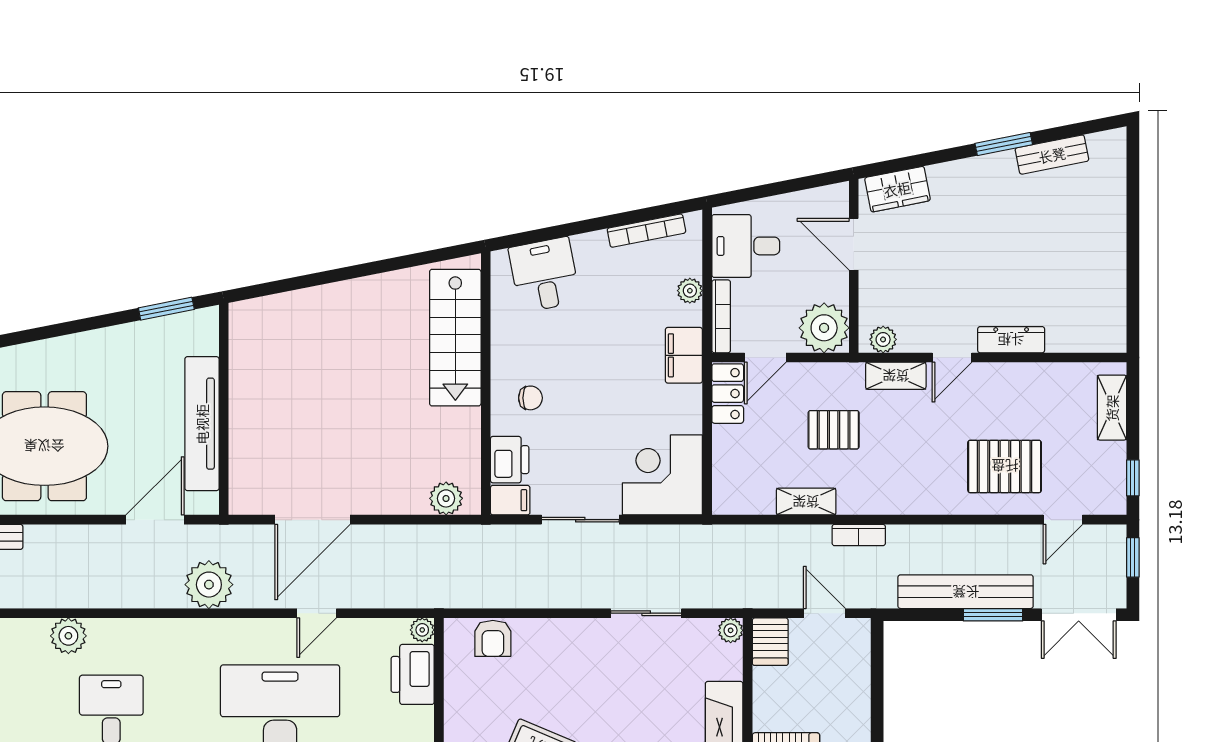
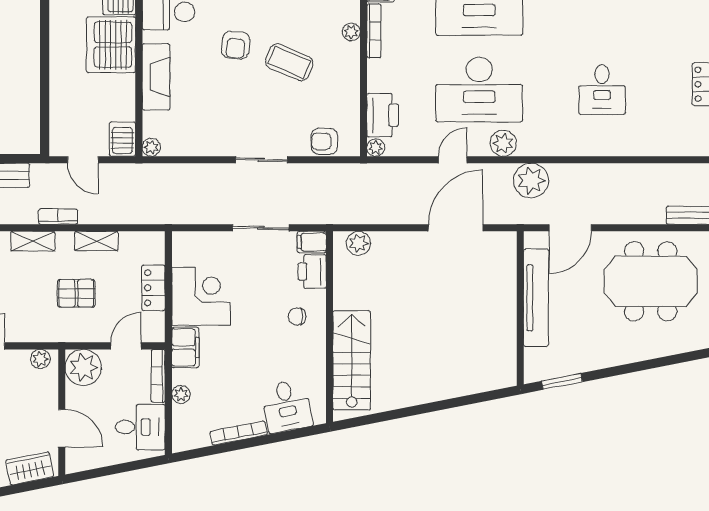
bookcase: (646, 231) -> (239, 433), moved
shelving: (896, 376) -> (33, 241), moved
locker: (728, 394) -> (153, 288), moved
corner desk: (662, 475) -> (201, 296), moved, turned -90
sliding door: (646, 613) -> (261, 160), moved
plant: (68, 636) -> (503, 143), moved
armchair: (493, 638) -> (324, 141), turned -90

